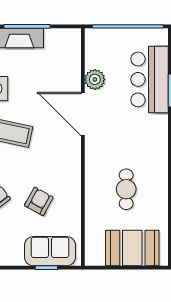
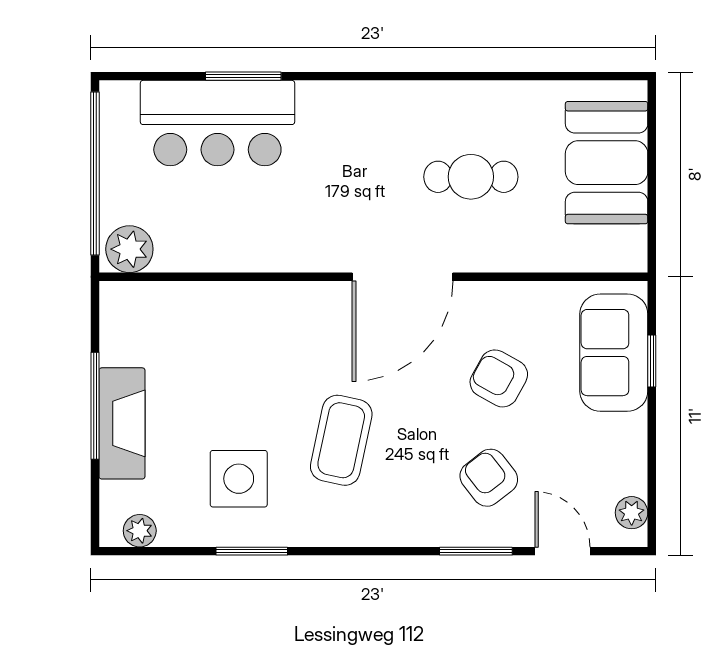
plant: (95, 79) -> (129, 249), moved
door: (83, 114) -> (403, 277), moved

